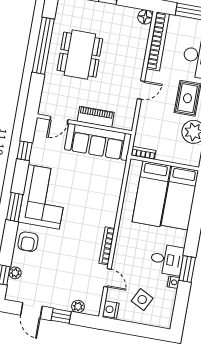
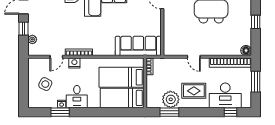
piano: (96, 117) -> (169, 28), removed
sofa: (98, 142) -> (138, 46), moved, turned 90
window: (187, 269) -> (60, 112), moved
nightstand: (111, 309) -> (74, 63), moved

